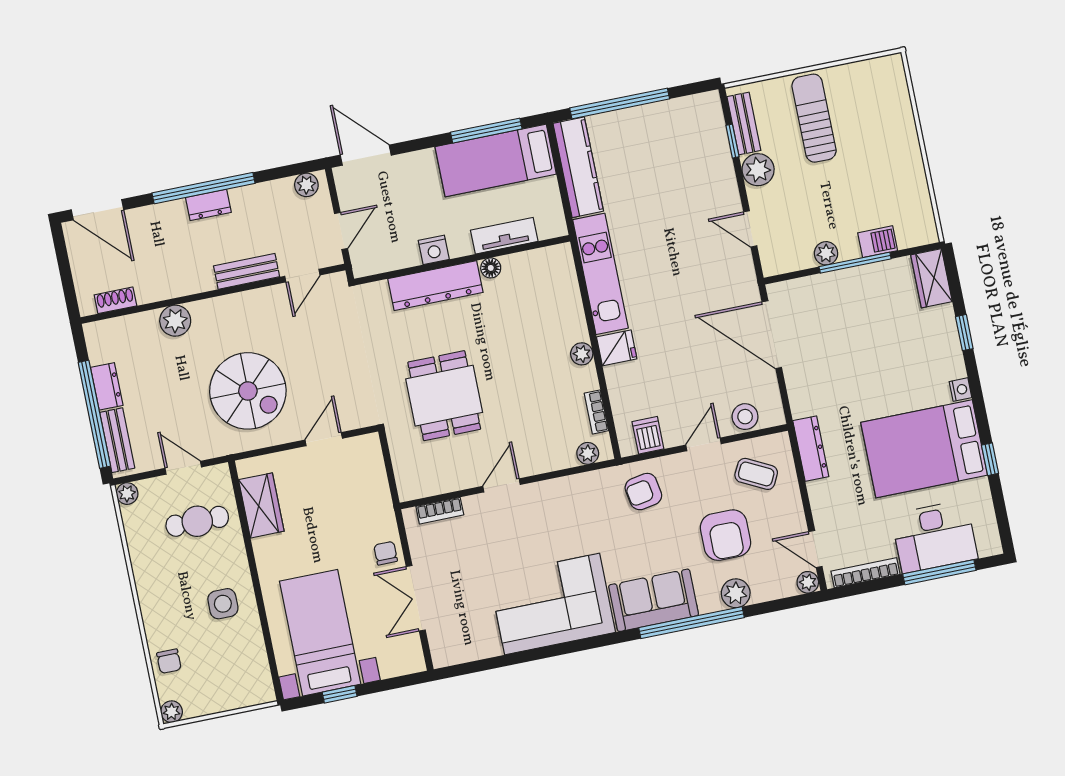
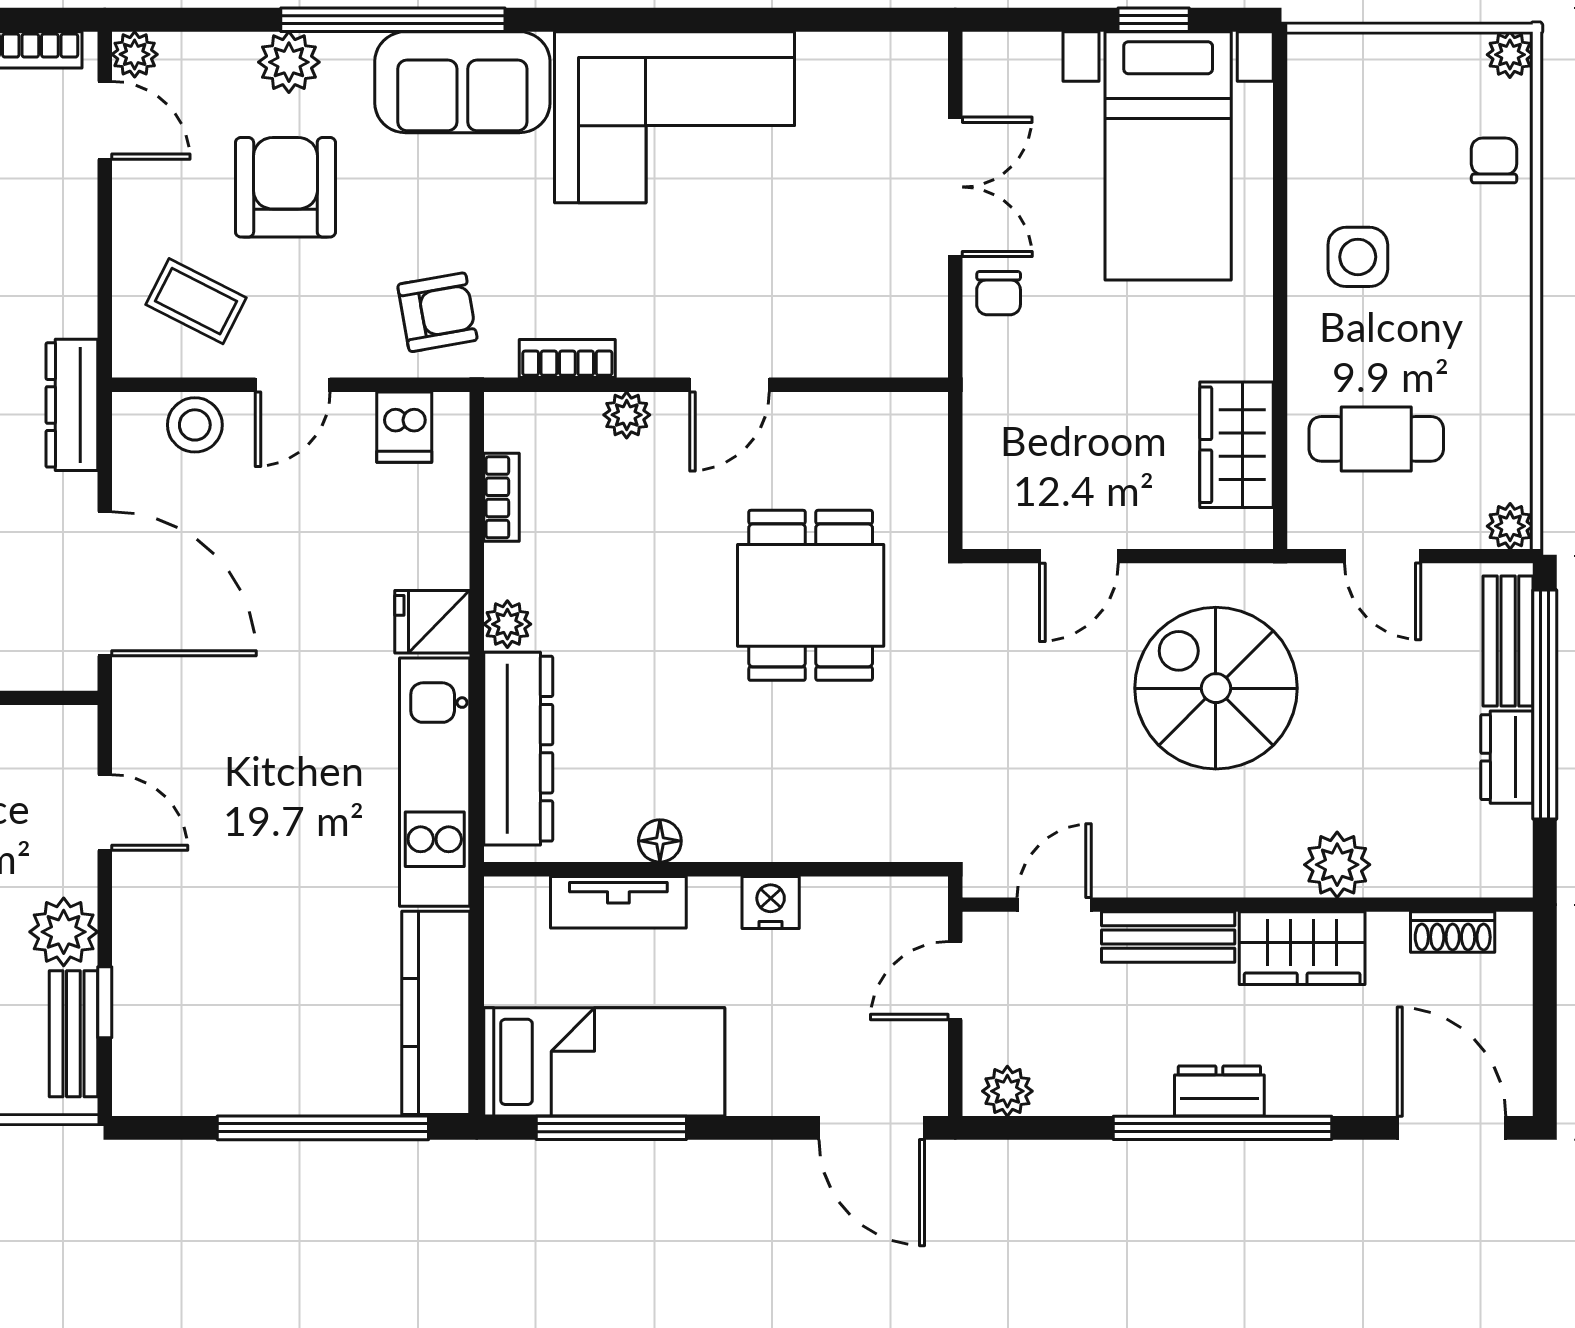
wardrobe: (184, 279) -> (1302, 948), added
dresser: (435, 286) -> (518, 749), moved, turned 90
dresser: (811, 449) -> (72, 405), moved
plant: (588, 453) -> (627, 415), moved
bookcase: (440, 511) -> (567, 359), moved

